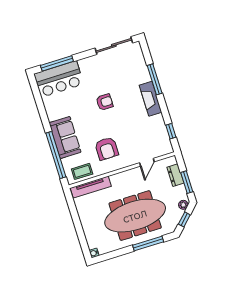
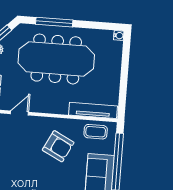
armchair: (107, 149) -> (58, 146), turned 117

